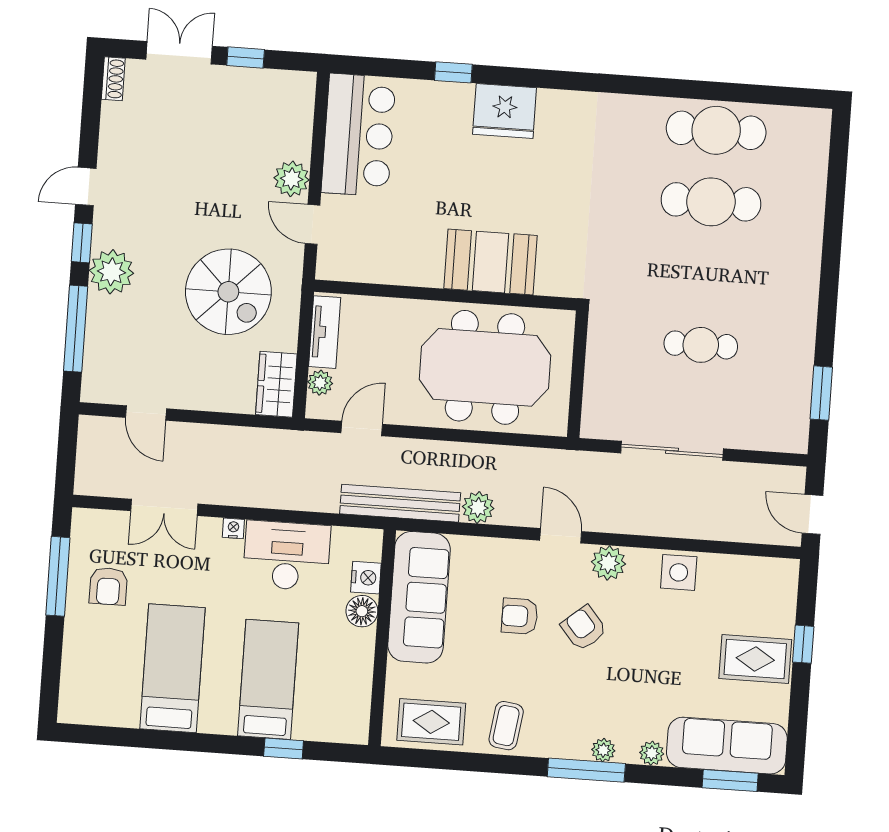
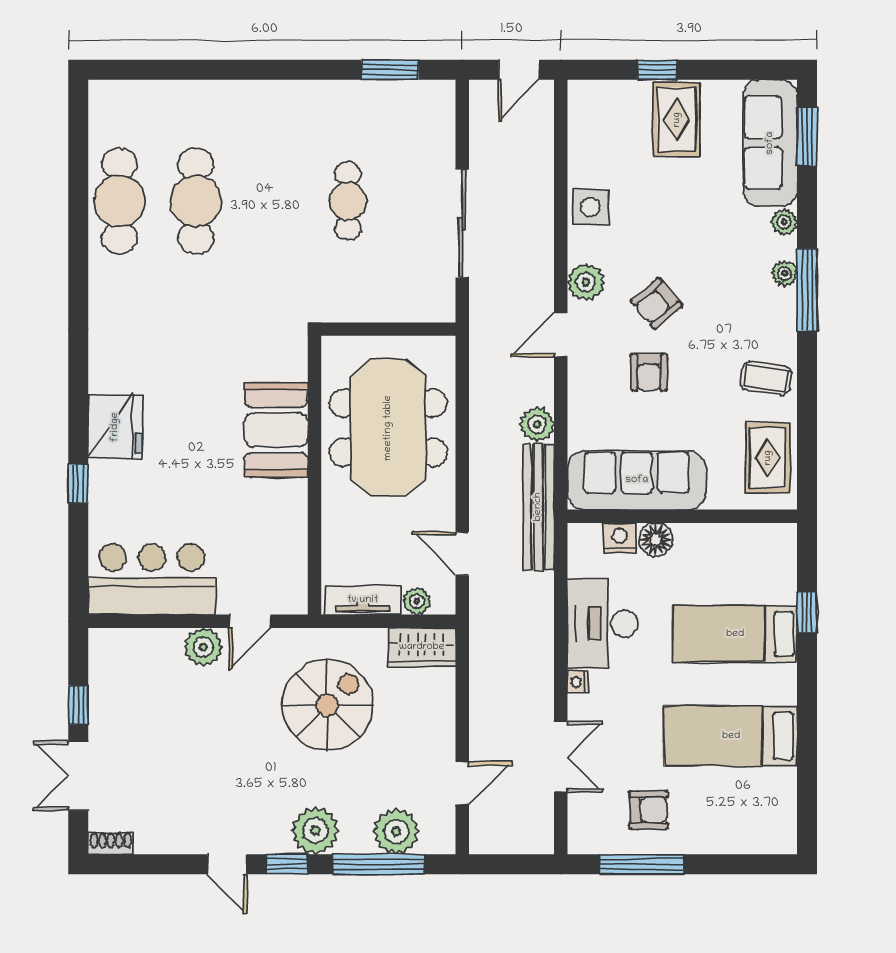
plant: (105, 348) -> (396, 831), added

